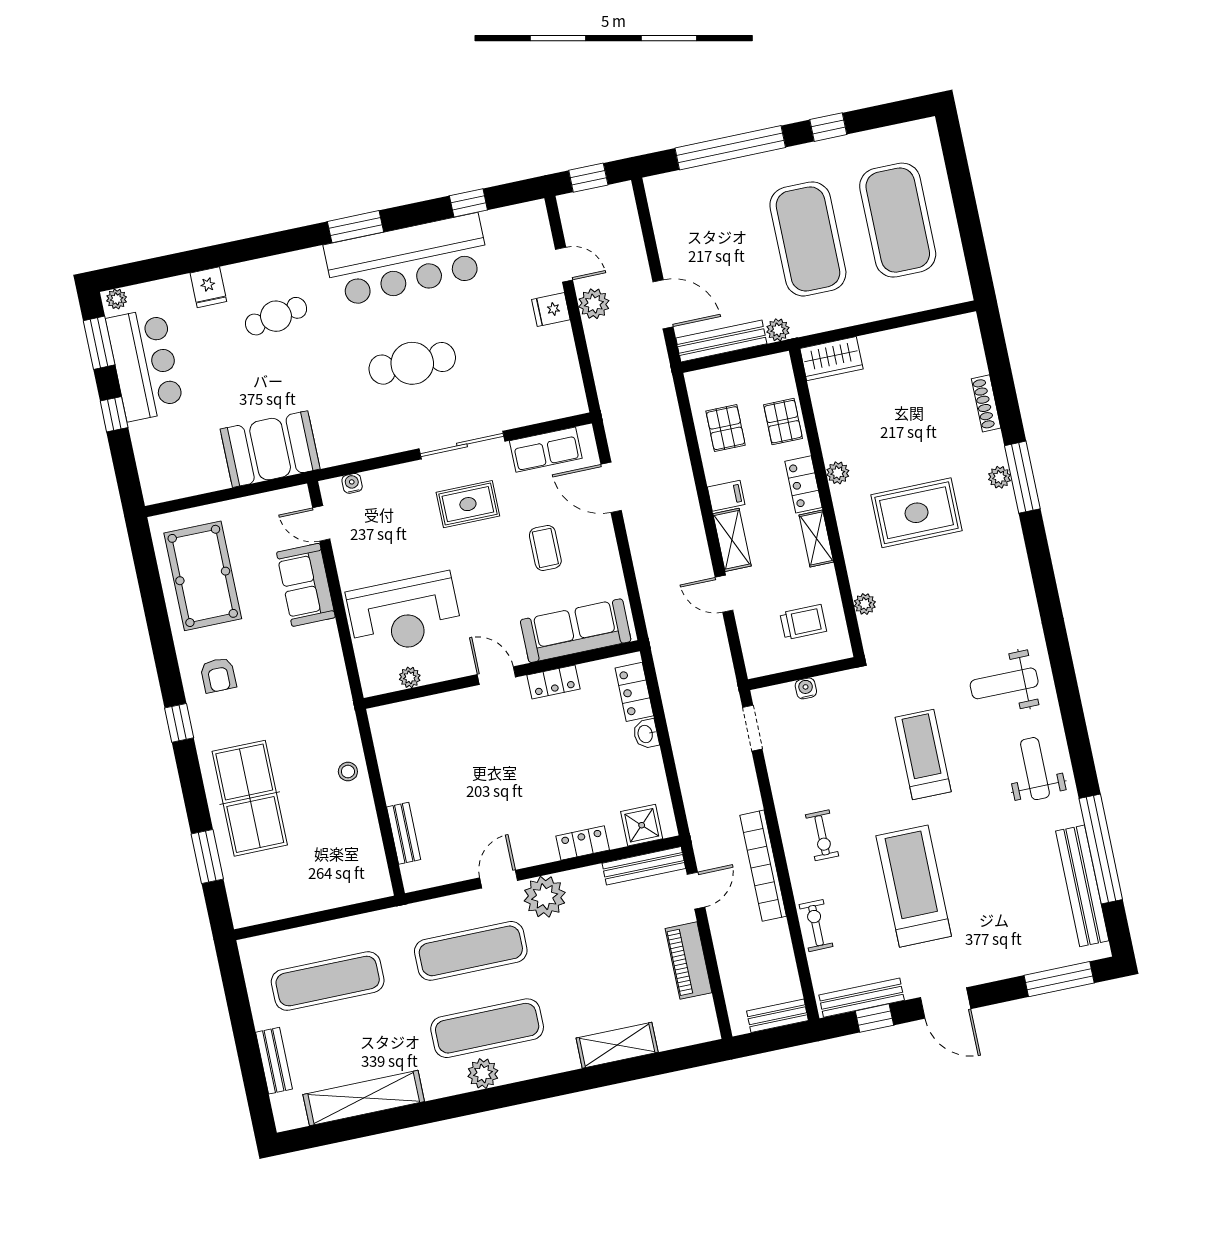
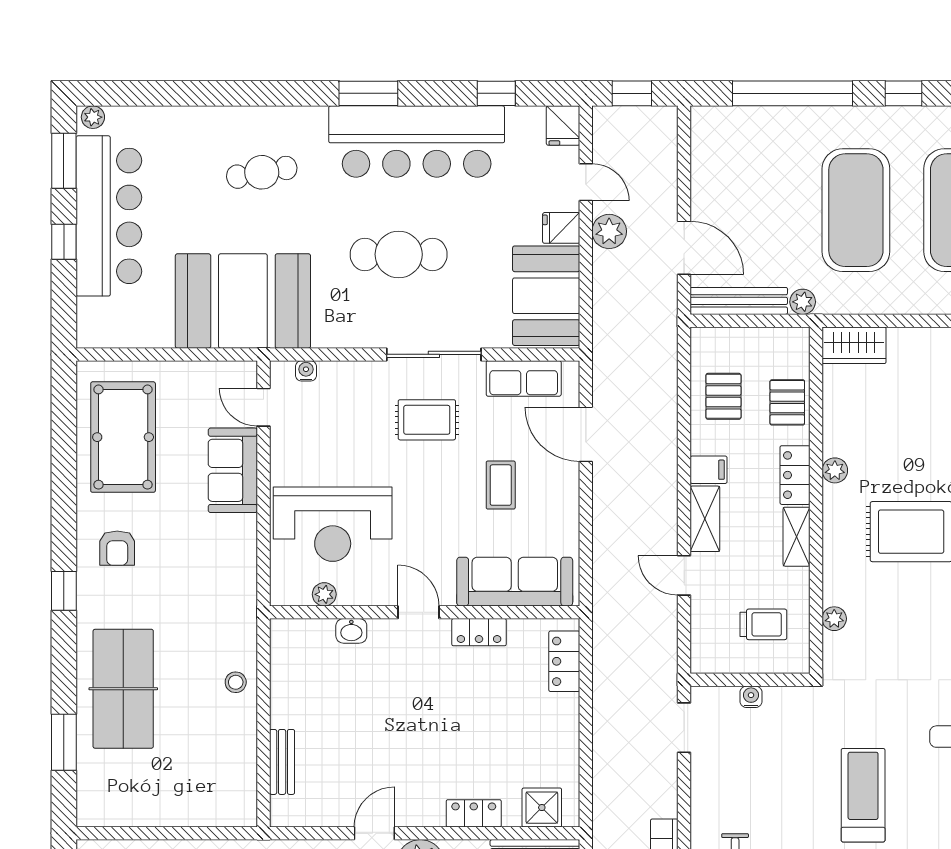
fridge: (208, 287) -> (563, 126), moved
bar counter: (145, 364) -> (109, 216), width x1.36
booth: (550, 372) -> (546, 296), added
booth: (270, 449) -> (243, 301), width x1.36, depth x1.42
washbasin: (646, 734) -> (351, 631), moved, turned -90

